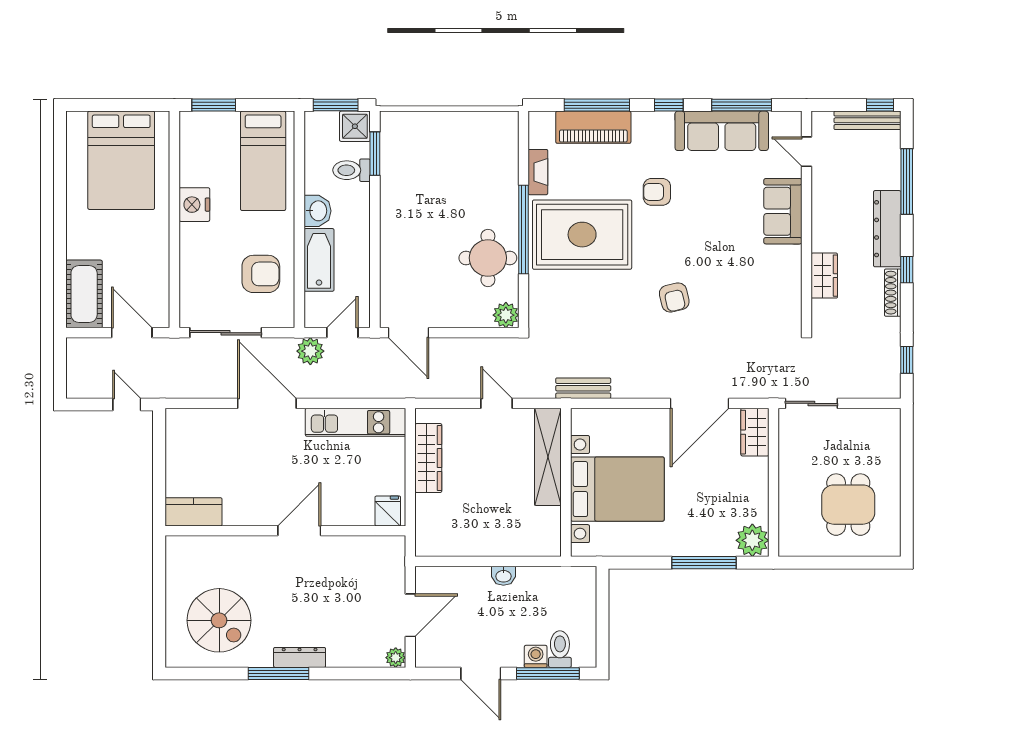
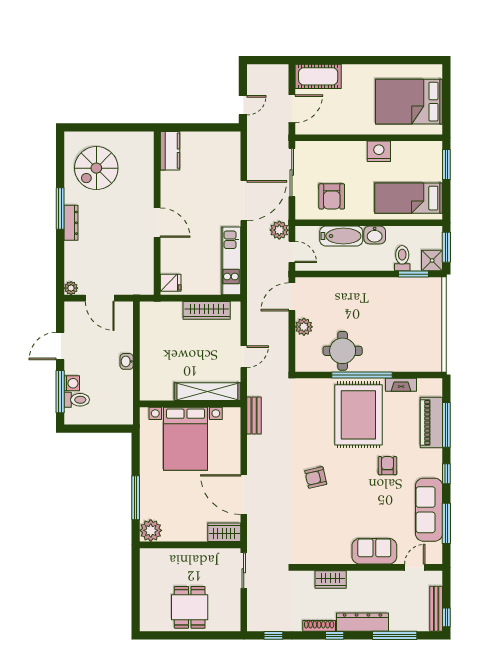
plant: (506, 315) -> (304, 327), moved
dining table: (848, 505) -> (190, 607), moved, turned 90

